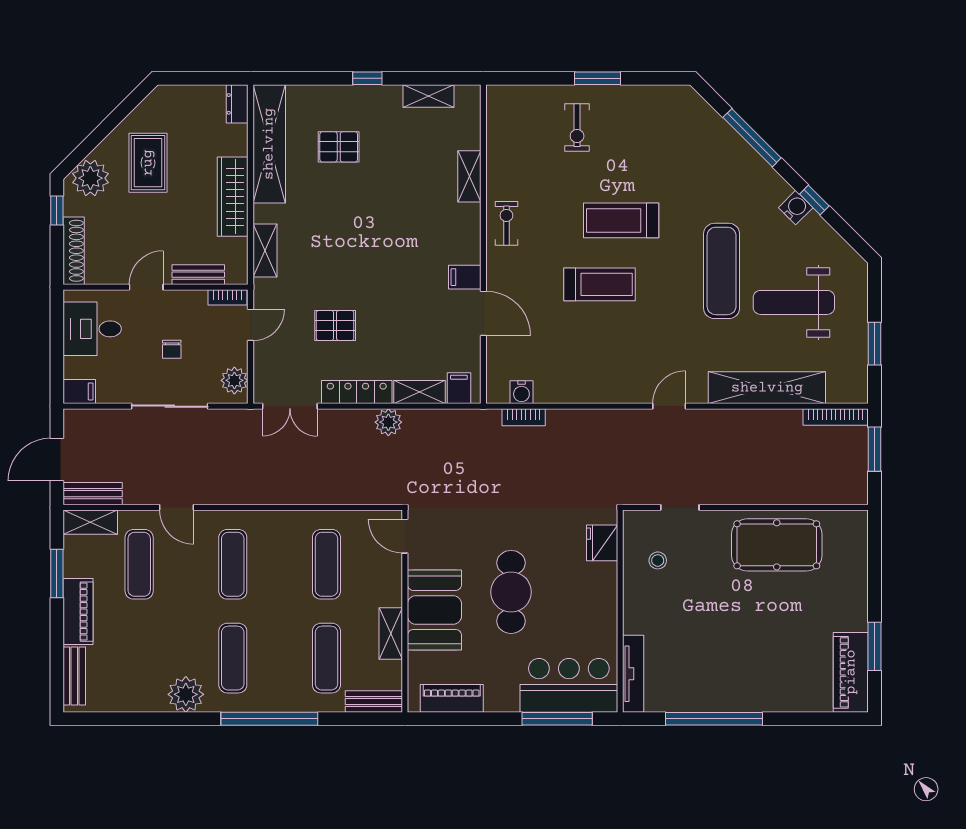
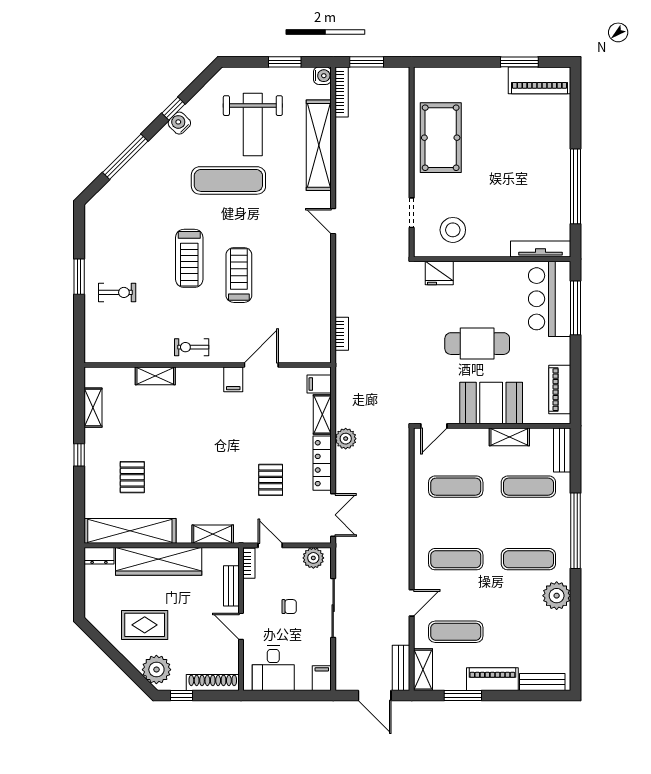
wardrobe: (233, 197) -> (159, 561), width x1.40, depth x1.17
water cooler: (521, 392) -> (322, 76), moved
stool: (658, 560) -> (453, 230), width x1.89, depth x1.89

